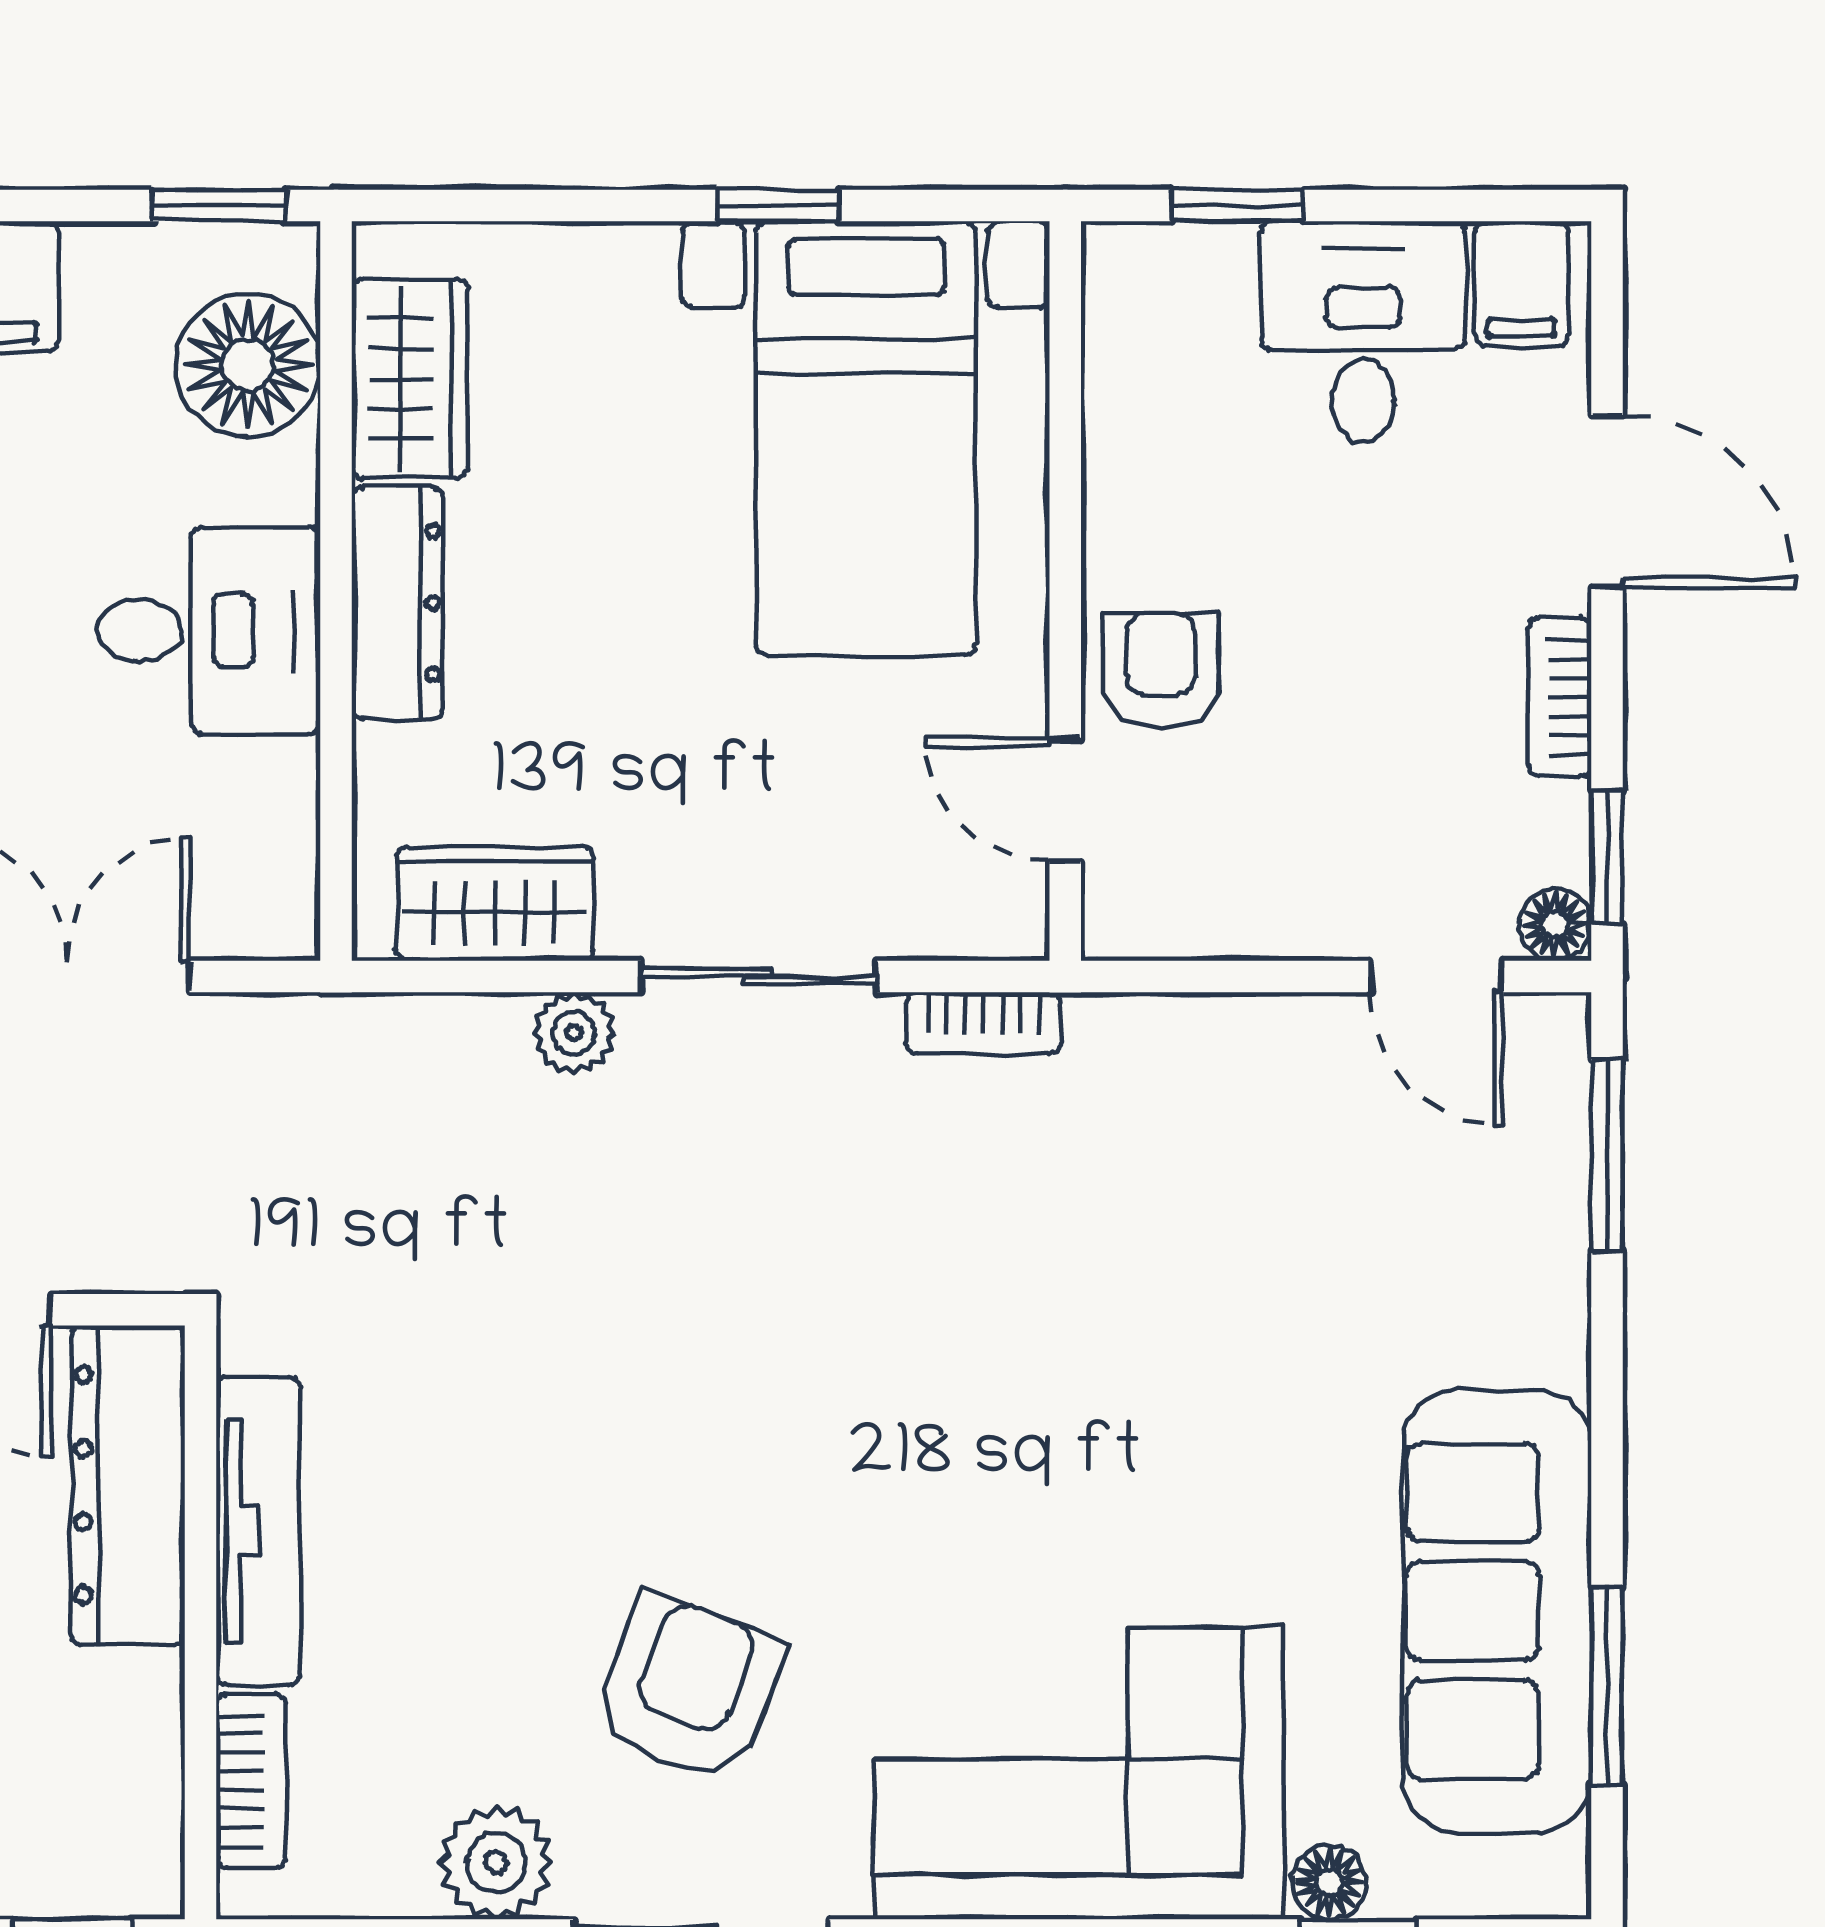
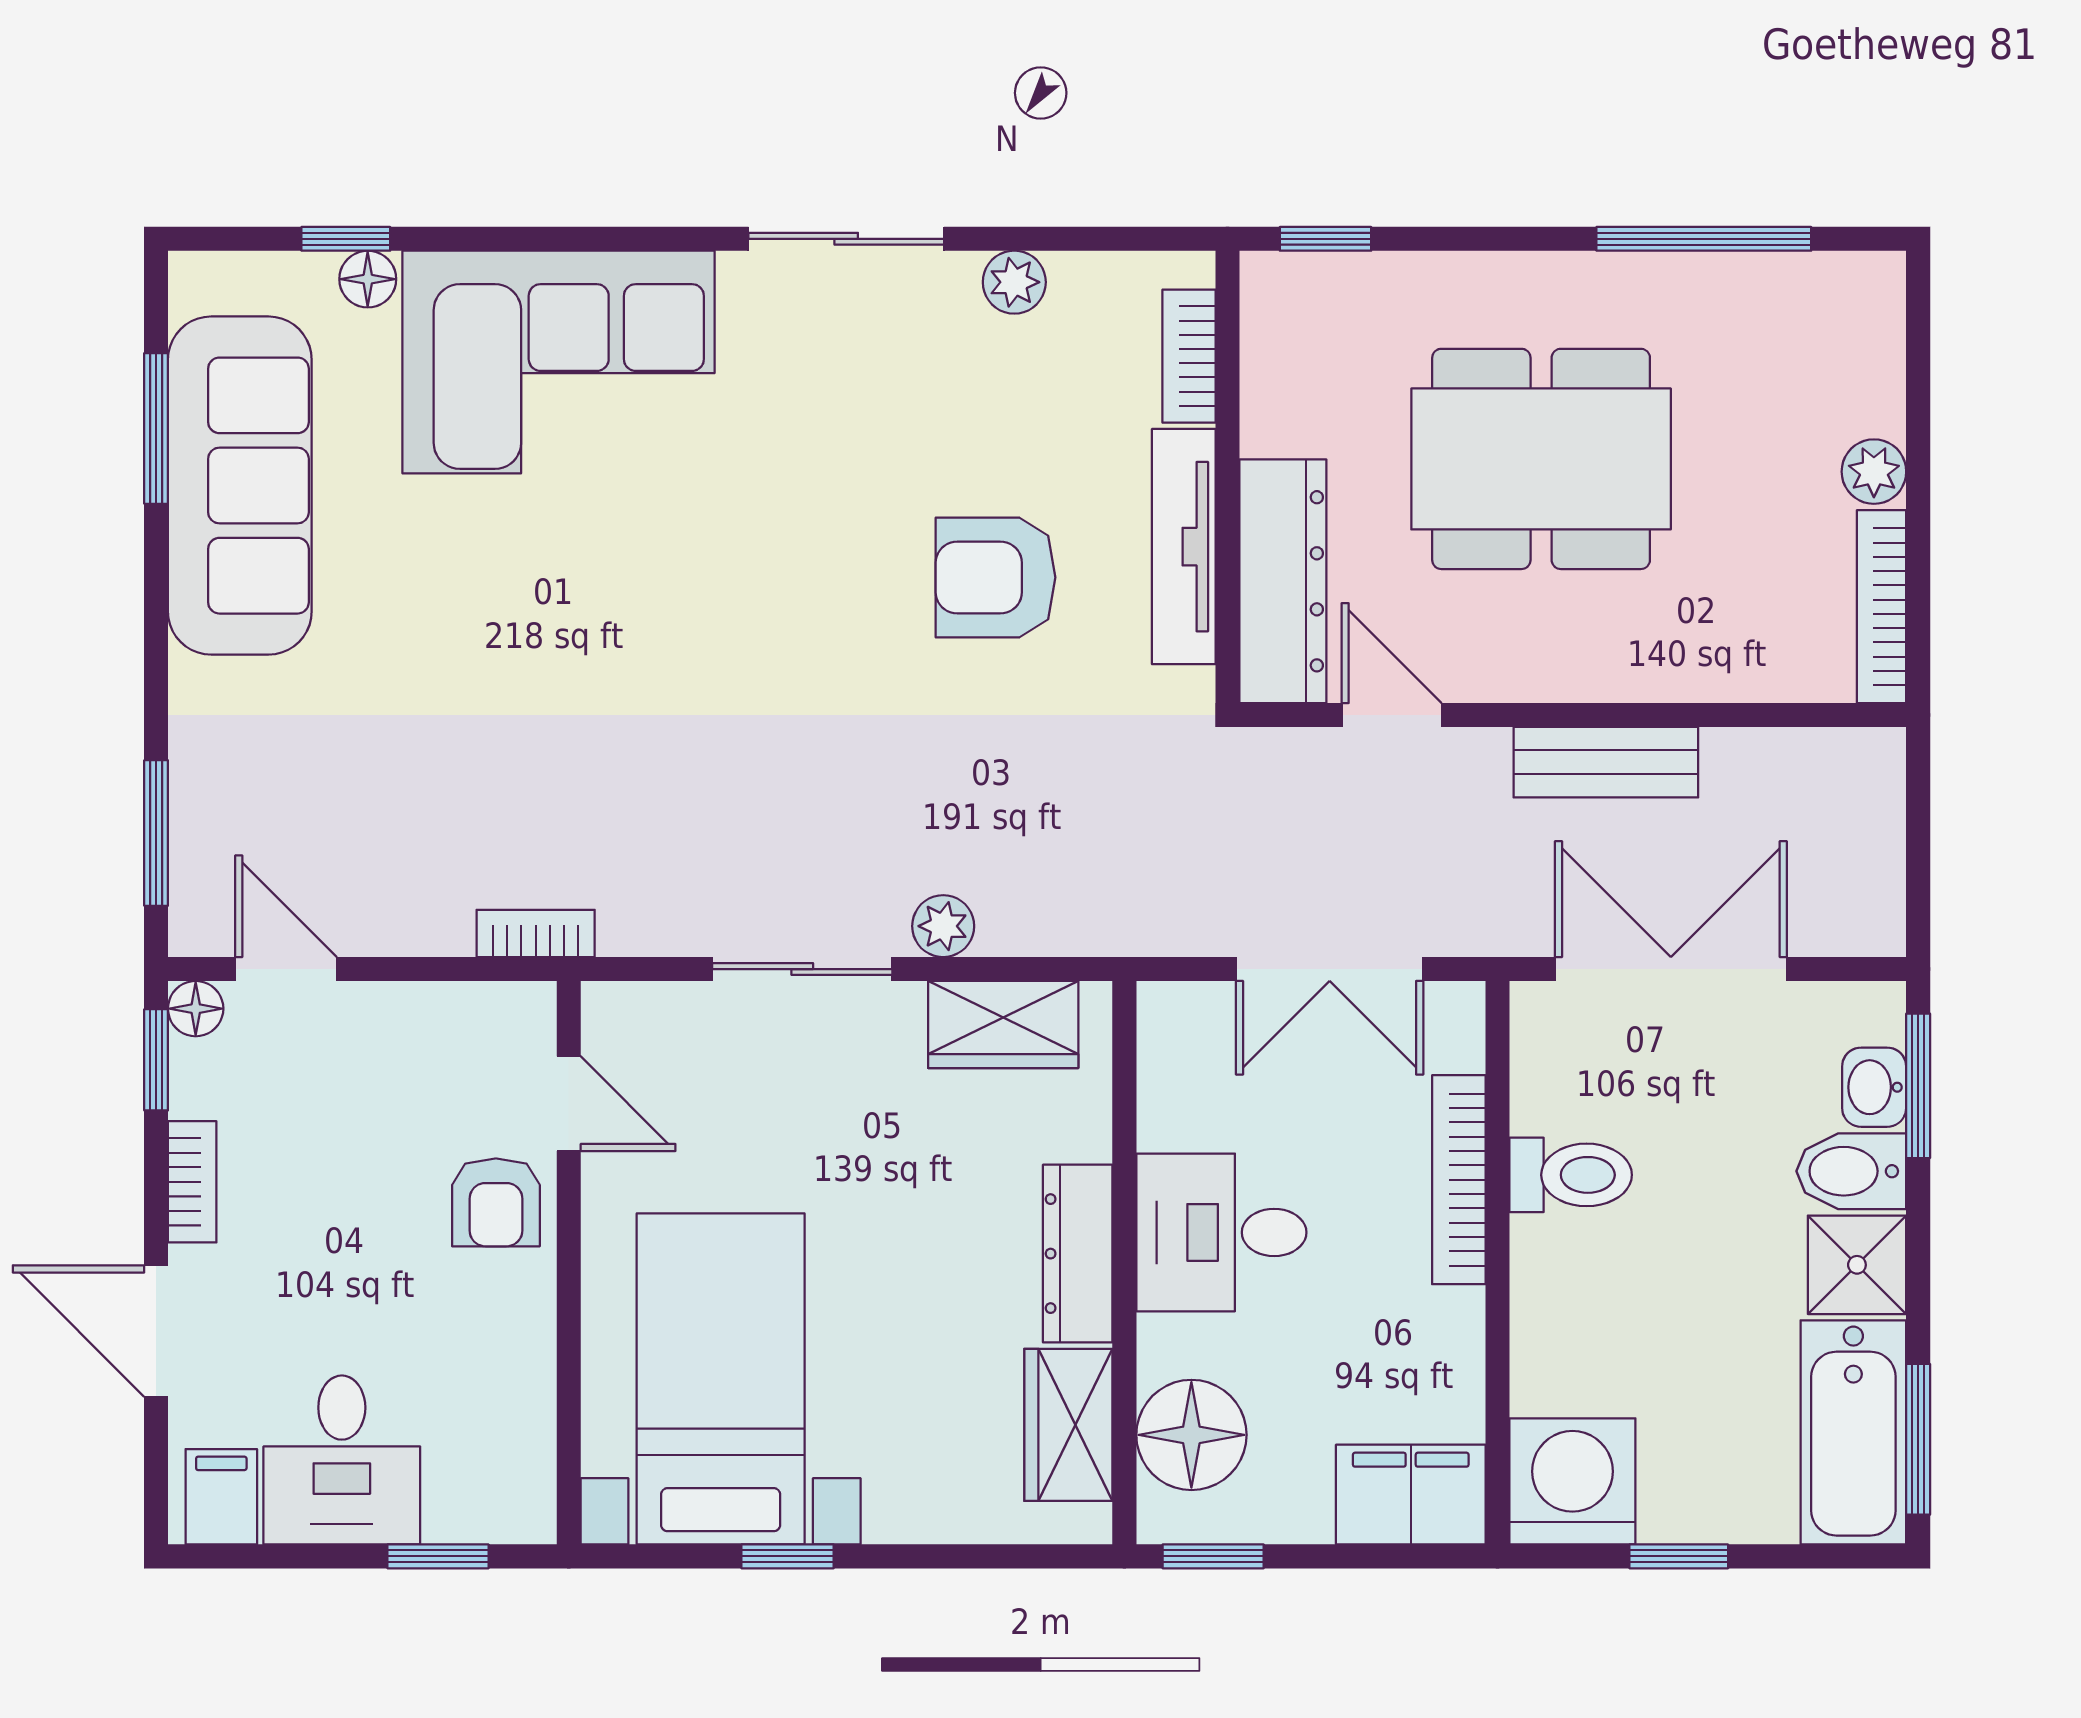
bookcase: (983, 1023) -> (536, 933), moved
armchair: (689, 1688) -> (996, 577), moved, turned 69
plant: (496, 1862) -> (1014, 282), width x0.73, depth x0.73

